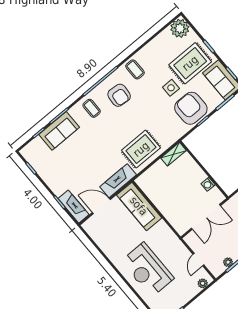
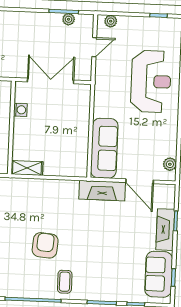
armchair: (119, 95) -> (45, 245), moved
sofa: (59, 131) -> (159, 274), moved, turned -90
rug: (141, 149) -> (53, 201), removed
fireplace: (74, 207) -> (165, 230), moved
plant: (93, 232) -> (170, 164), added

